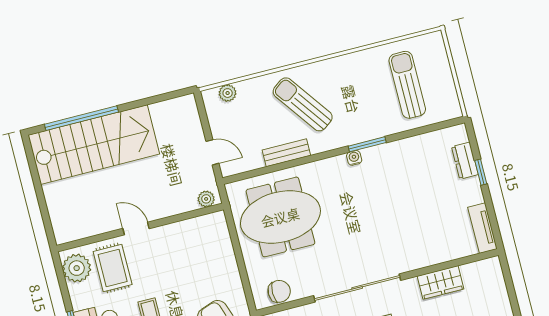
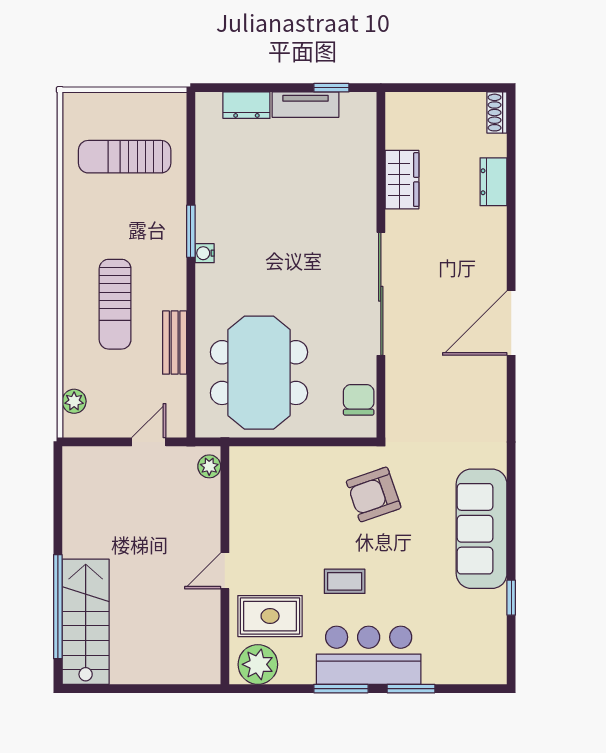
sun lounger: (303, 104) -> (115, 304), turned -54
stairs: (94, 145) -> (86, 622), width x0.73, depth x0.66
window: (481, 172) -> (331, 88), moved
tv unit: (482, 228) -> (306, 105), moved

